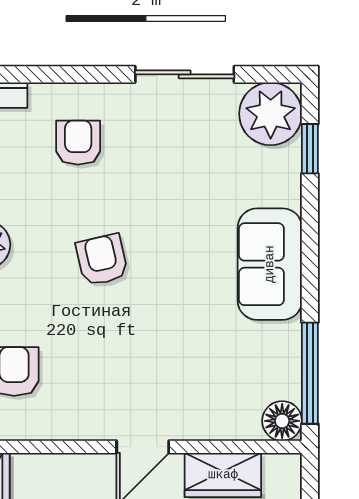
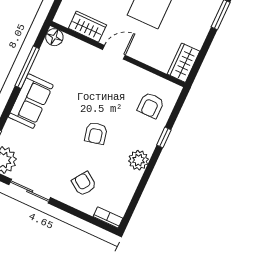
armchair: (78, 143) -> (84, 184), turned 125
window: (310, 373) -> (27, 67), moved

